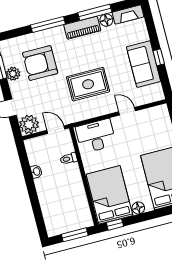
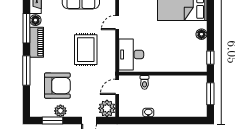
armchair: (40, 63) -> (57, 86), turned -90
bed: (109, 195) -> (184, 56), removed

